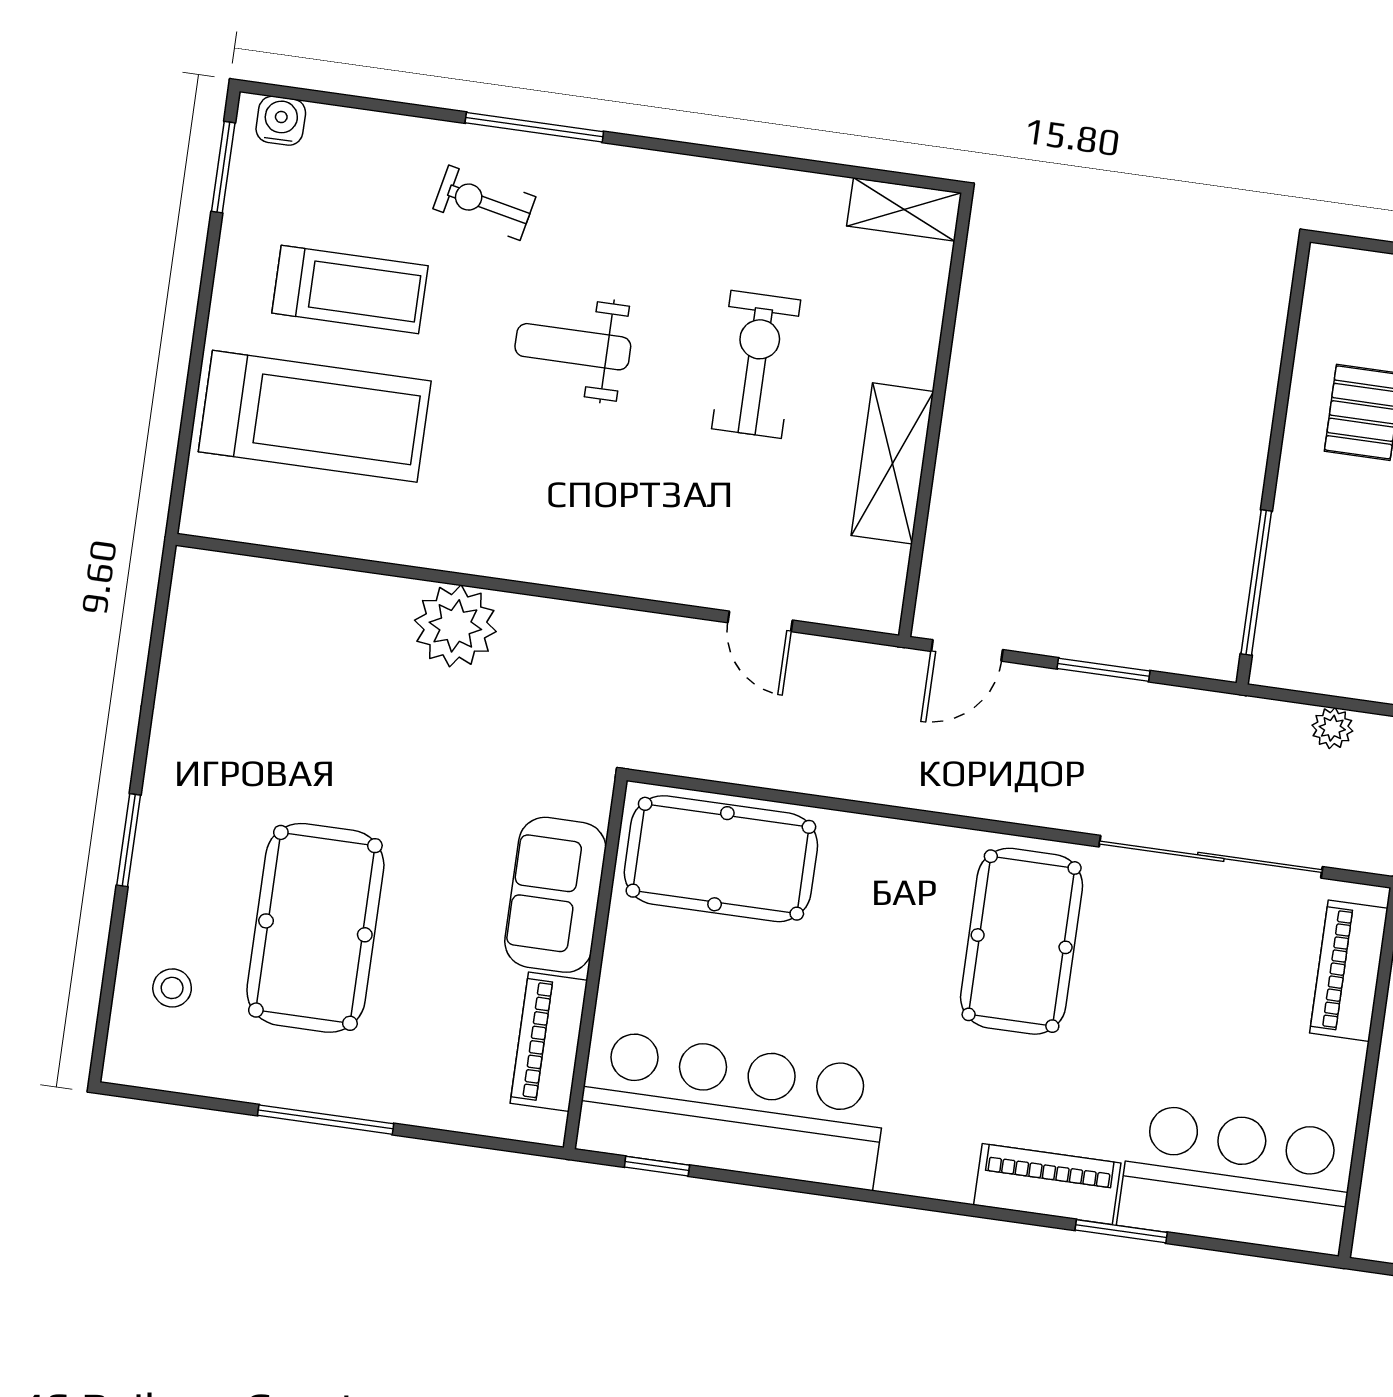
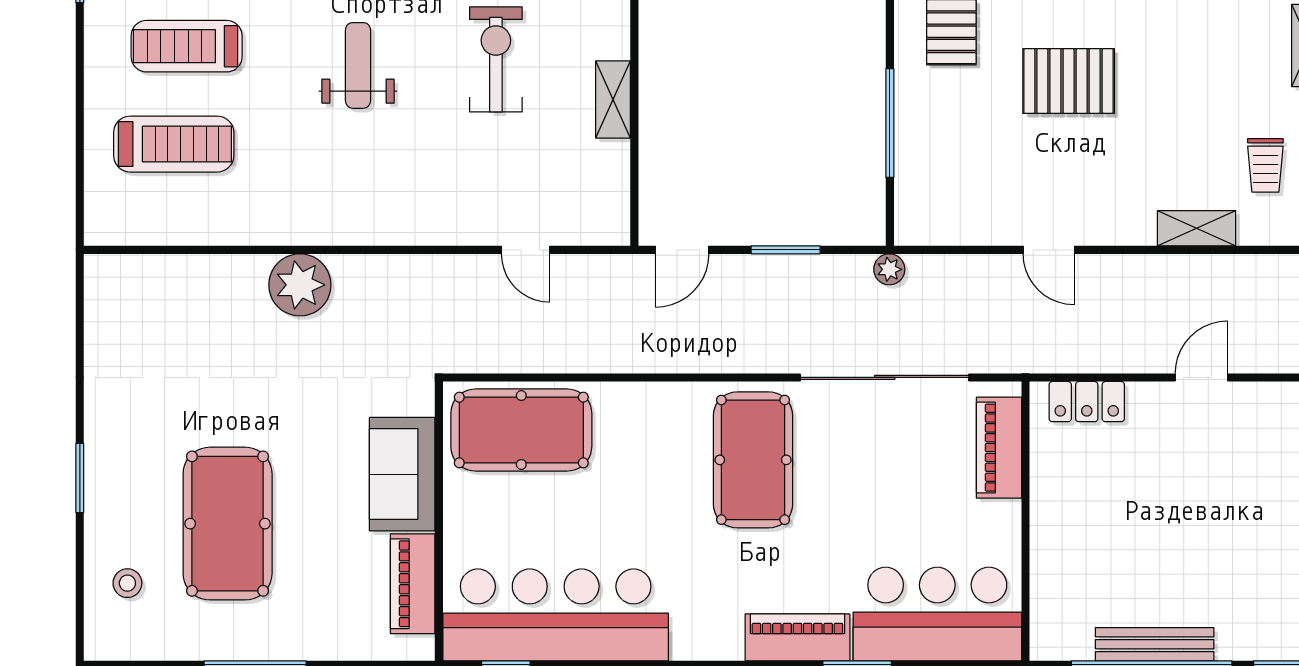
treadmill: (350, 289) -> (187, 46), turned 180
weight bench: (573, 347) -> (358, 65), turned 90
treadmill: (315, 416) -> (174, 144), width x0.73, depth x0.73
shelving: (892, 463) -> (613, 99), width x0.67, depth x0.75
window: (1256, 583) -> (890, 123), moved
plant: (1332, 728) -> (889, 269), moved

